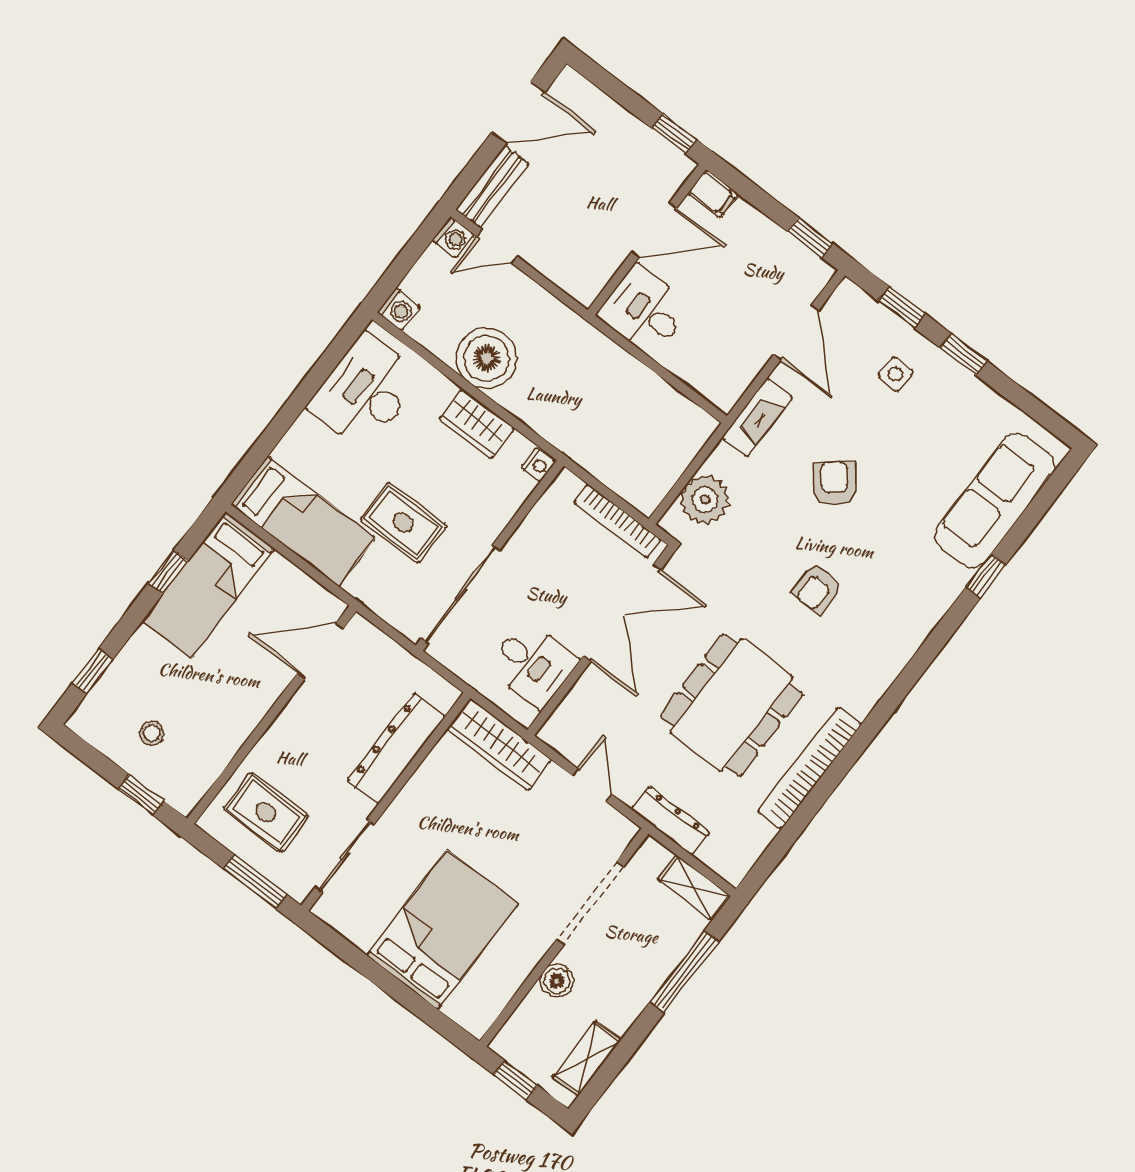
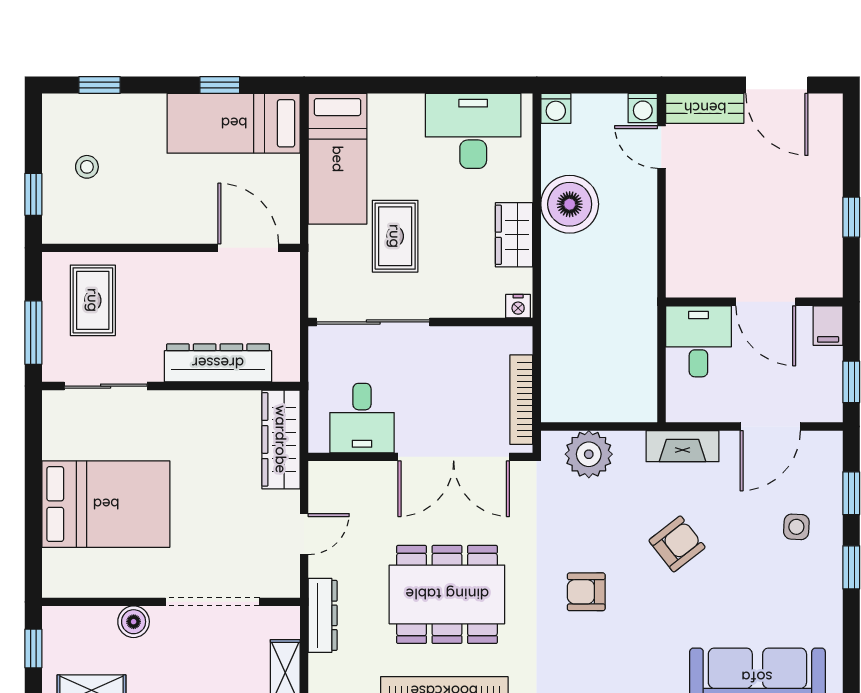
filing cabinet: (713, 194) -> (828, 326), moved
door: (654, 230) -> (766, 302), moved
wall: (647, 240) -> (754, 302), moved
desk: (644, 311) -> (698, 341), moved

